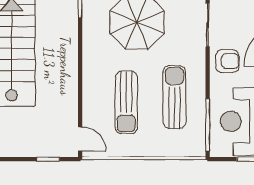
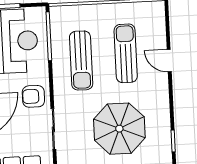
door: (80, 139) -> (169, 61), moved

